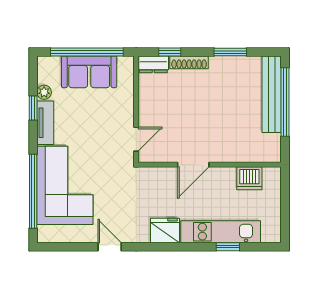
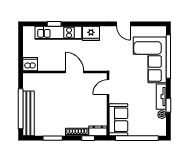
sofa: (89, 72) -> (118, 120), moved, turned 90
door: (193, 165) -> (74, 72), hinge flipped
dishwasher: (249, 178) -> (30, 64), moved

